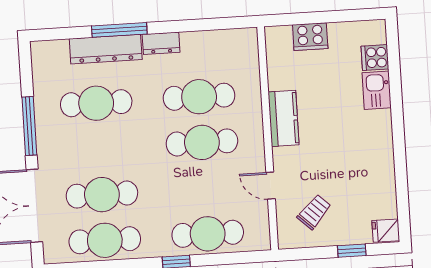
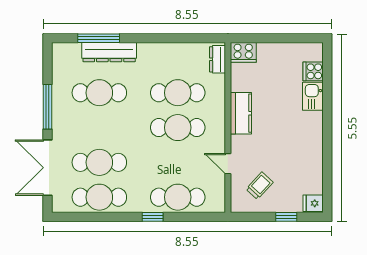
window: (119, 30) -> (99, 38), moved
cooker: (310, 37) -> (243, 52), moved
dresser: (161, 43) -> (218, 59), moved, turned 90

